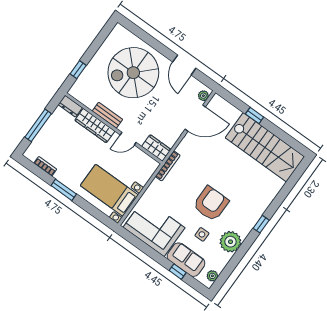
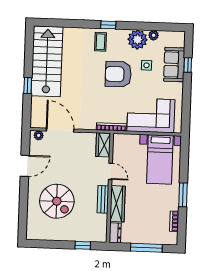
spiral stairs: (133, 73) -> (57, 201), width x0.73, depth x0.73
coffee table: (251, 207) -> (100, 42), added
corner sofa: (154, 228) -> (151, 115), moved, turned 90
plant: (212, 276) -> (154, 35), moved

